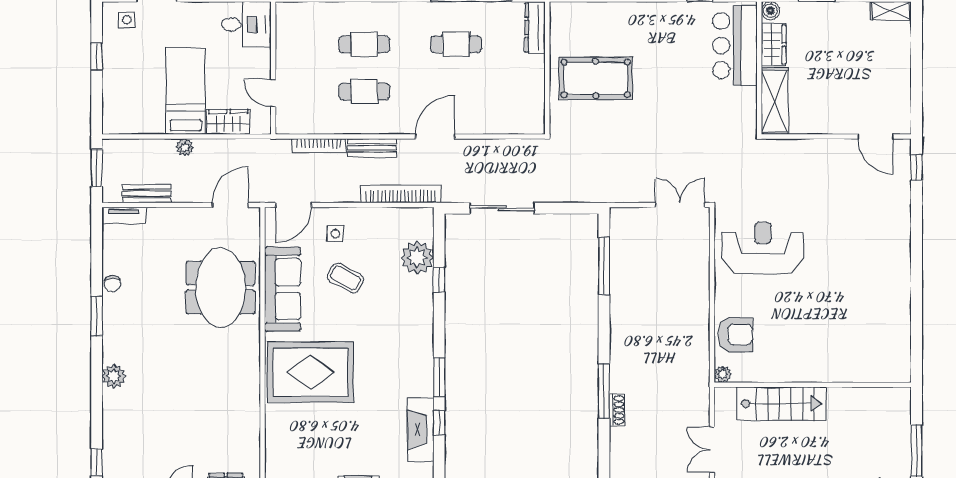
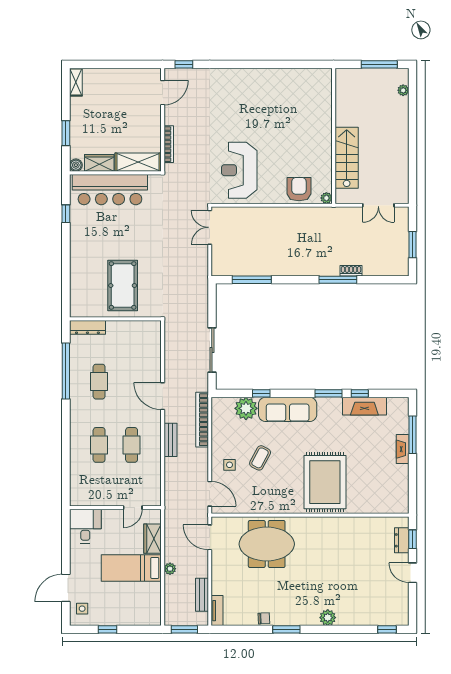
bar counter: (735, 46) -> (110, 190), width x1.36
bookcase: (319, 145) -> (169, 144), moved
sofa: (283, 289) -> (288, 409), moved, turned 180

